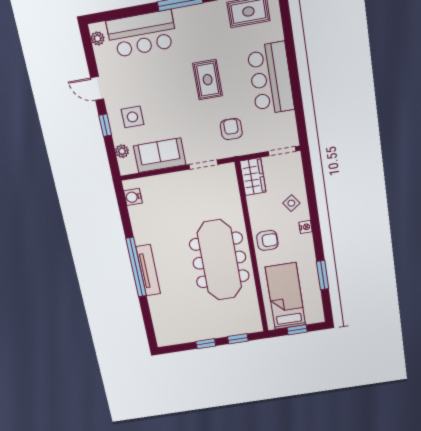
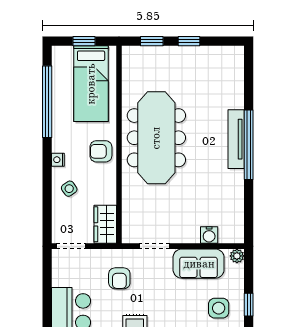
plant: (122, 151) -> (237, 256), moved
water cooler: (133, 197) -> (209, 235), moved, turned 90
window: (323, 275) -> (47, 102), width x2.11

